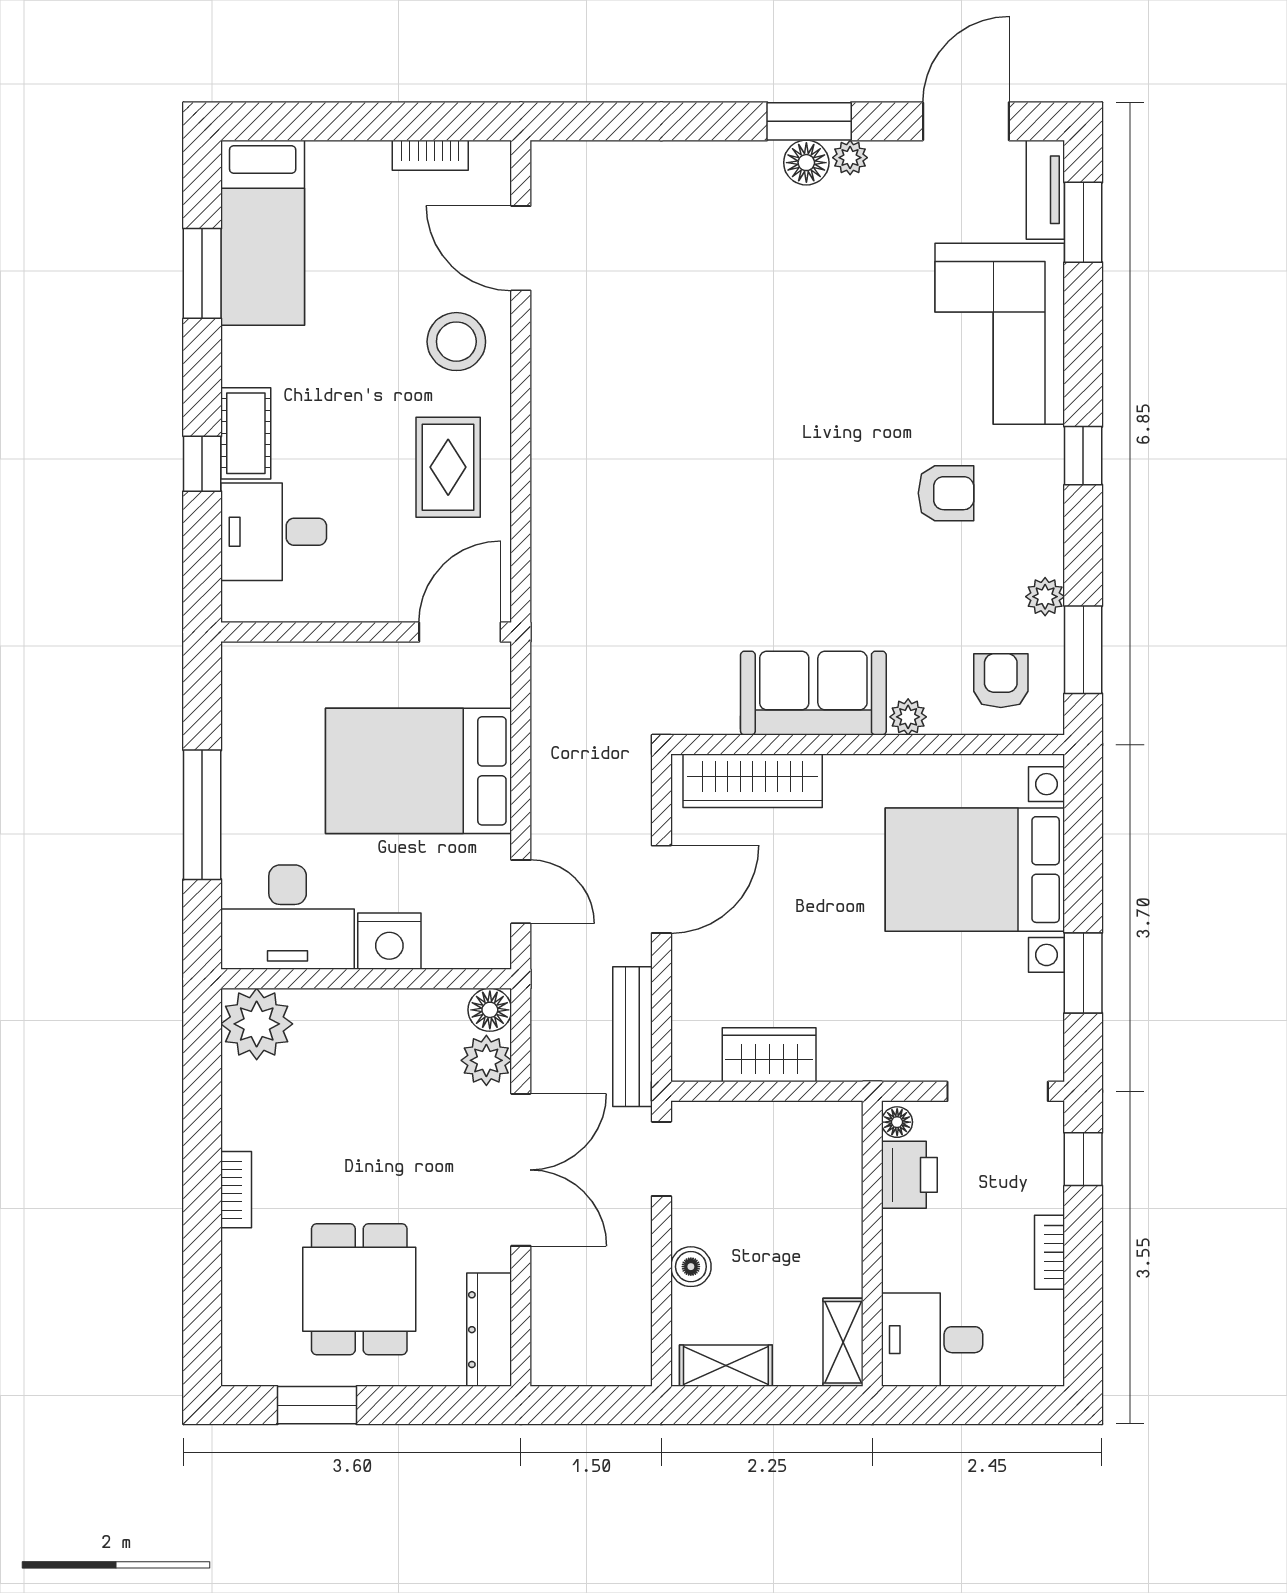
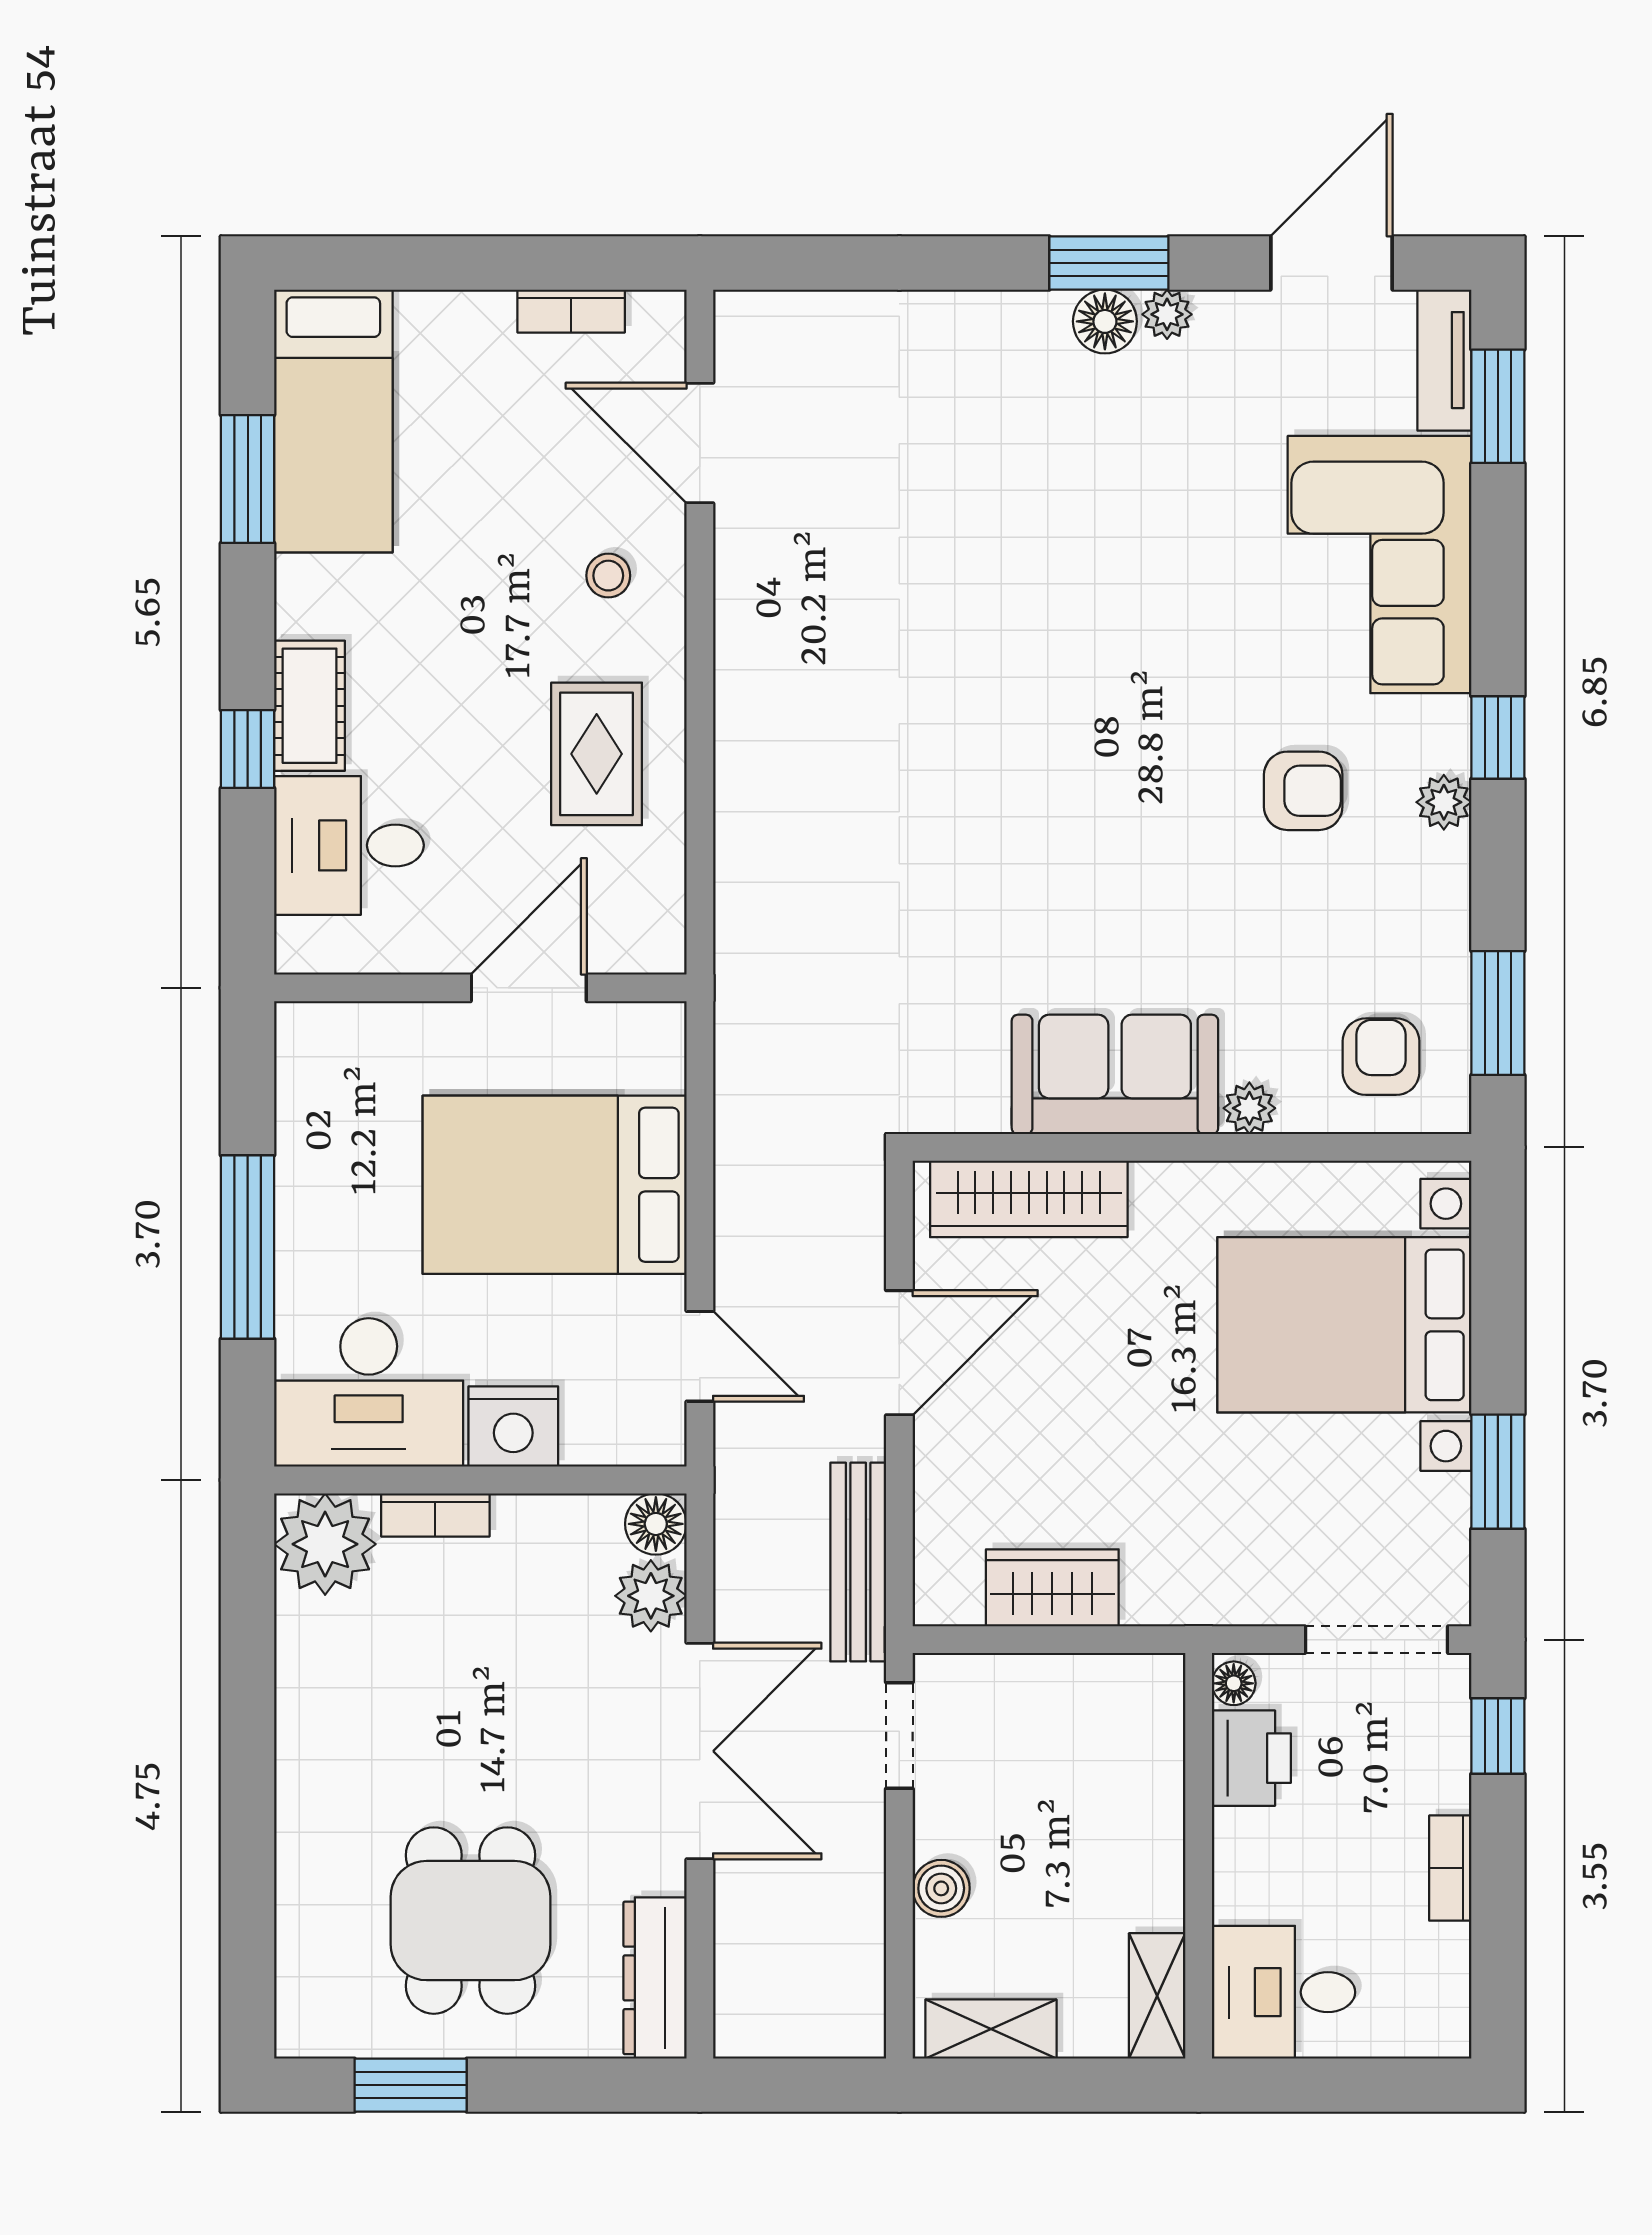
stool: (456, 342) -> (608, 576), width x0.53, depth x0.53
plant: (1045, 597) -> (1444, 802), moved
door: (460, 632) -> (529, 988), moved
bookcase: (236, 1190) -> (435, 1515), moved, turned 90

